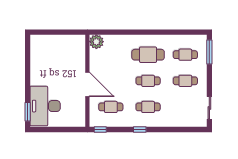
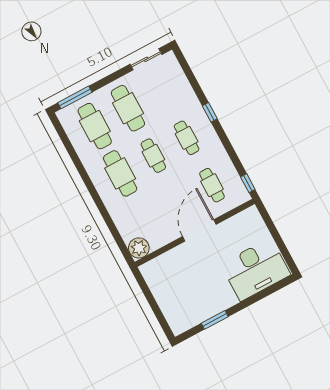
cafe table: (185, 55) -> (95, 126), width x1.37, depth x1.35
cafe table: (185, 81) -> (128, 108), width x1.37, depth x1.35
window: (28, 112) -> (215, 320), moved
window: (140, 129) -> (210, 112), moved

